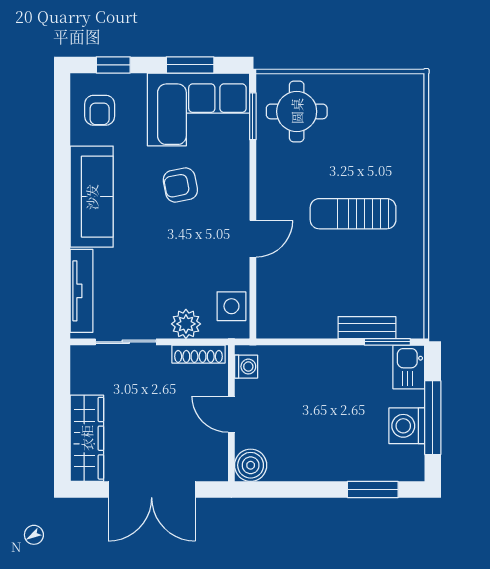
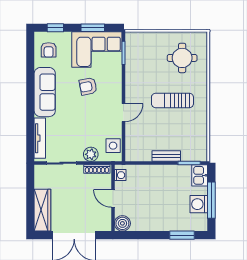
round table: (297, 111) -> (182, 58), moved
bench: (367, 328) -> (166, 156), moved

